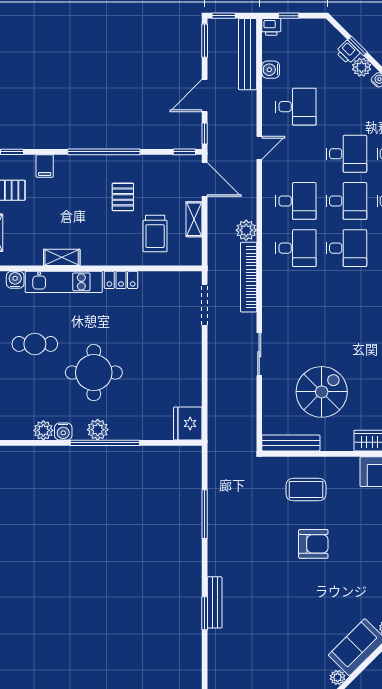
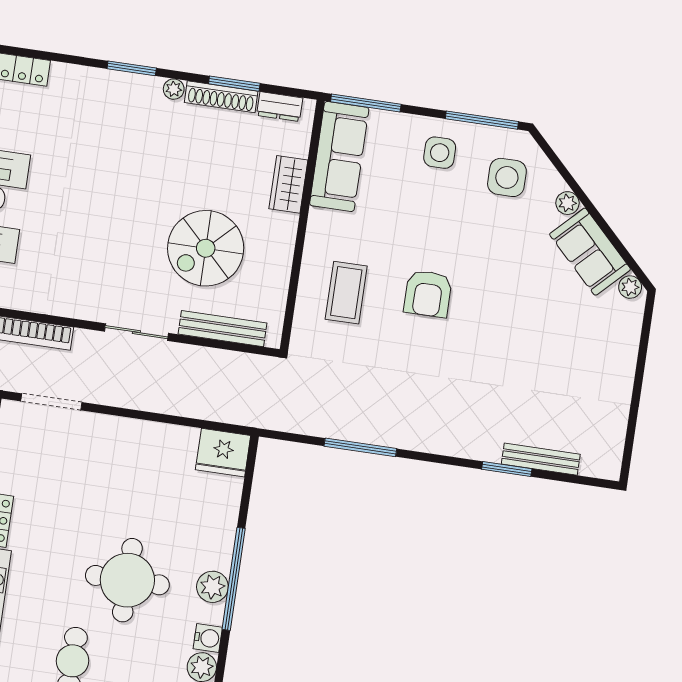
spiral stairs: (322, 392) -> (206, 248), turned -90
bench: (291, 443) -> (222, 329), moved, turned 90
armchair: (313, 544) -> (428, 294), turned 180
bench: (215, 602) -> (541, 459), moved

